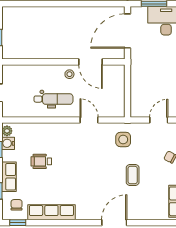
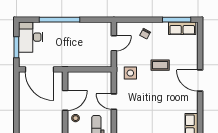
door: (89, 120) -> (114, 102), hinge flipped
door: (159, 120) -> (114, 43), swing flipped

